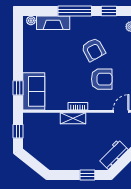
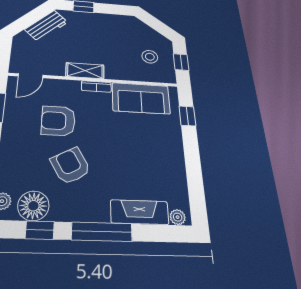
floor lamp: (113, 24) -> (33, 206), added
sofa: (34, 91) -> (141, 98), moved, turned -90
shelving: (73, 118) -> (85, 71), moved
stool: (40, 134) -> (150, 57), added

